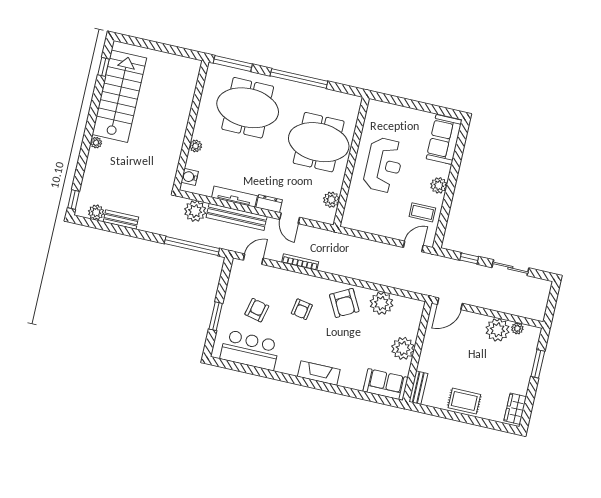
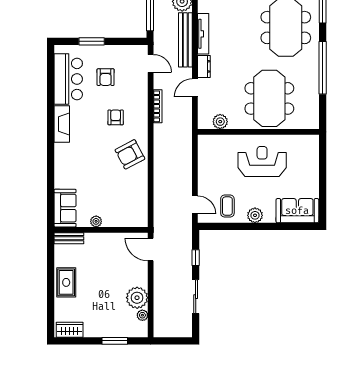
reception desk: (384, 165) -> (262, 162), turned 180
plant: (382, 303) -> (137, 188), removed
armchair: (302, 309) -> (116, 117), turned 80
armchair: (257, 310) -> (106, 77), turned 77
plant: (403, 348) -> (96, 221), width x0.53, depth x0.53
fireplace: (319, 373) -> (62, 124), moved

